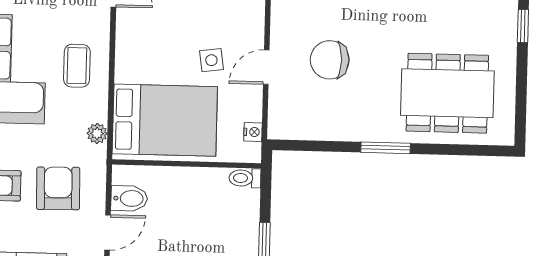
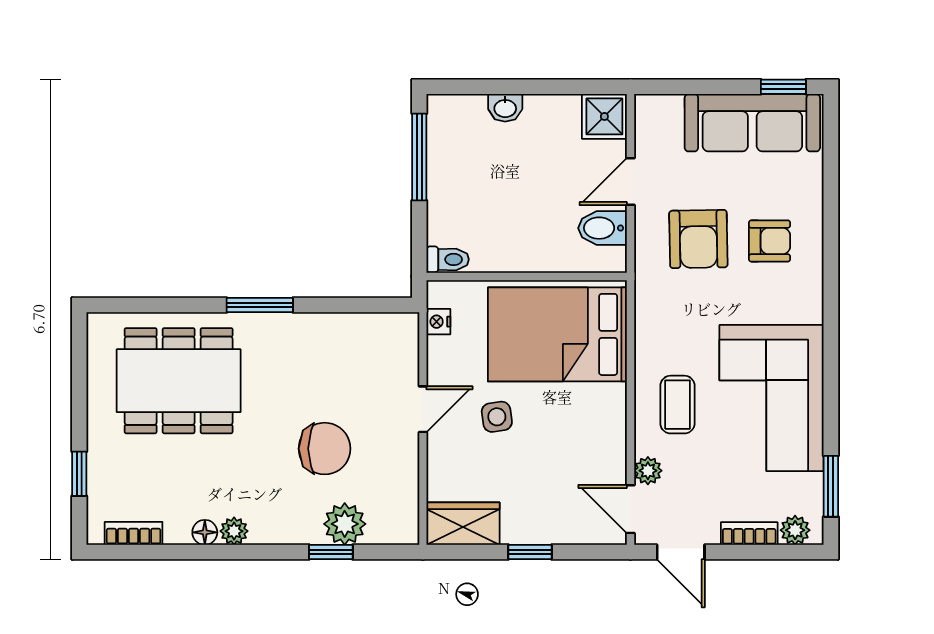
chair: (330, 60) -> (325, 449), moved
plant: (97, 133) -> (648, 471), moved

